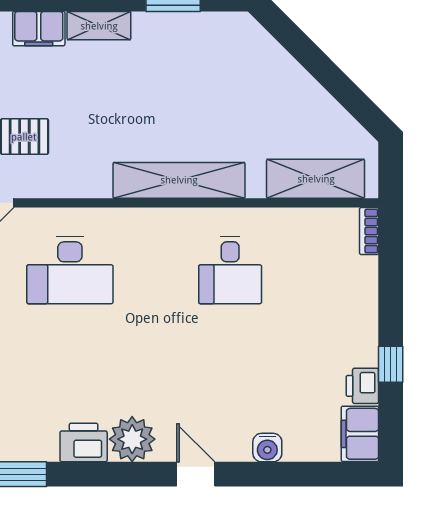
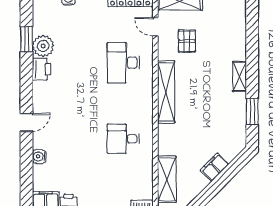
filing cabinet: (39, 29) -> (215, 167), moved, turned 45
shelving: (179, 180) -> (166, 92), moved
plant: (132, 439) -> (43, 46), moved

